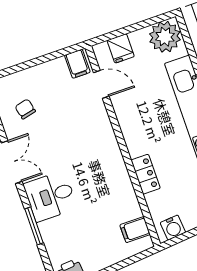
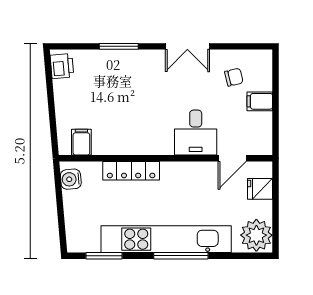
filing cabinet: (77, 64) -> (260, 101), moved
locker: (146, 174) -> (131, 171), width x1.53
desk: (50, 196) -> (196, 133), moved, turned 180

